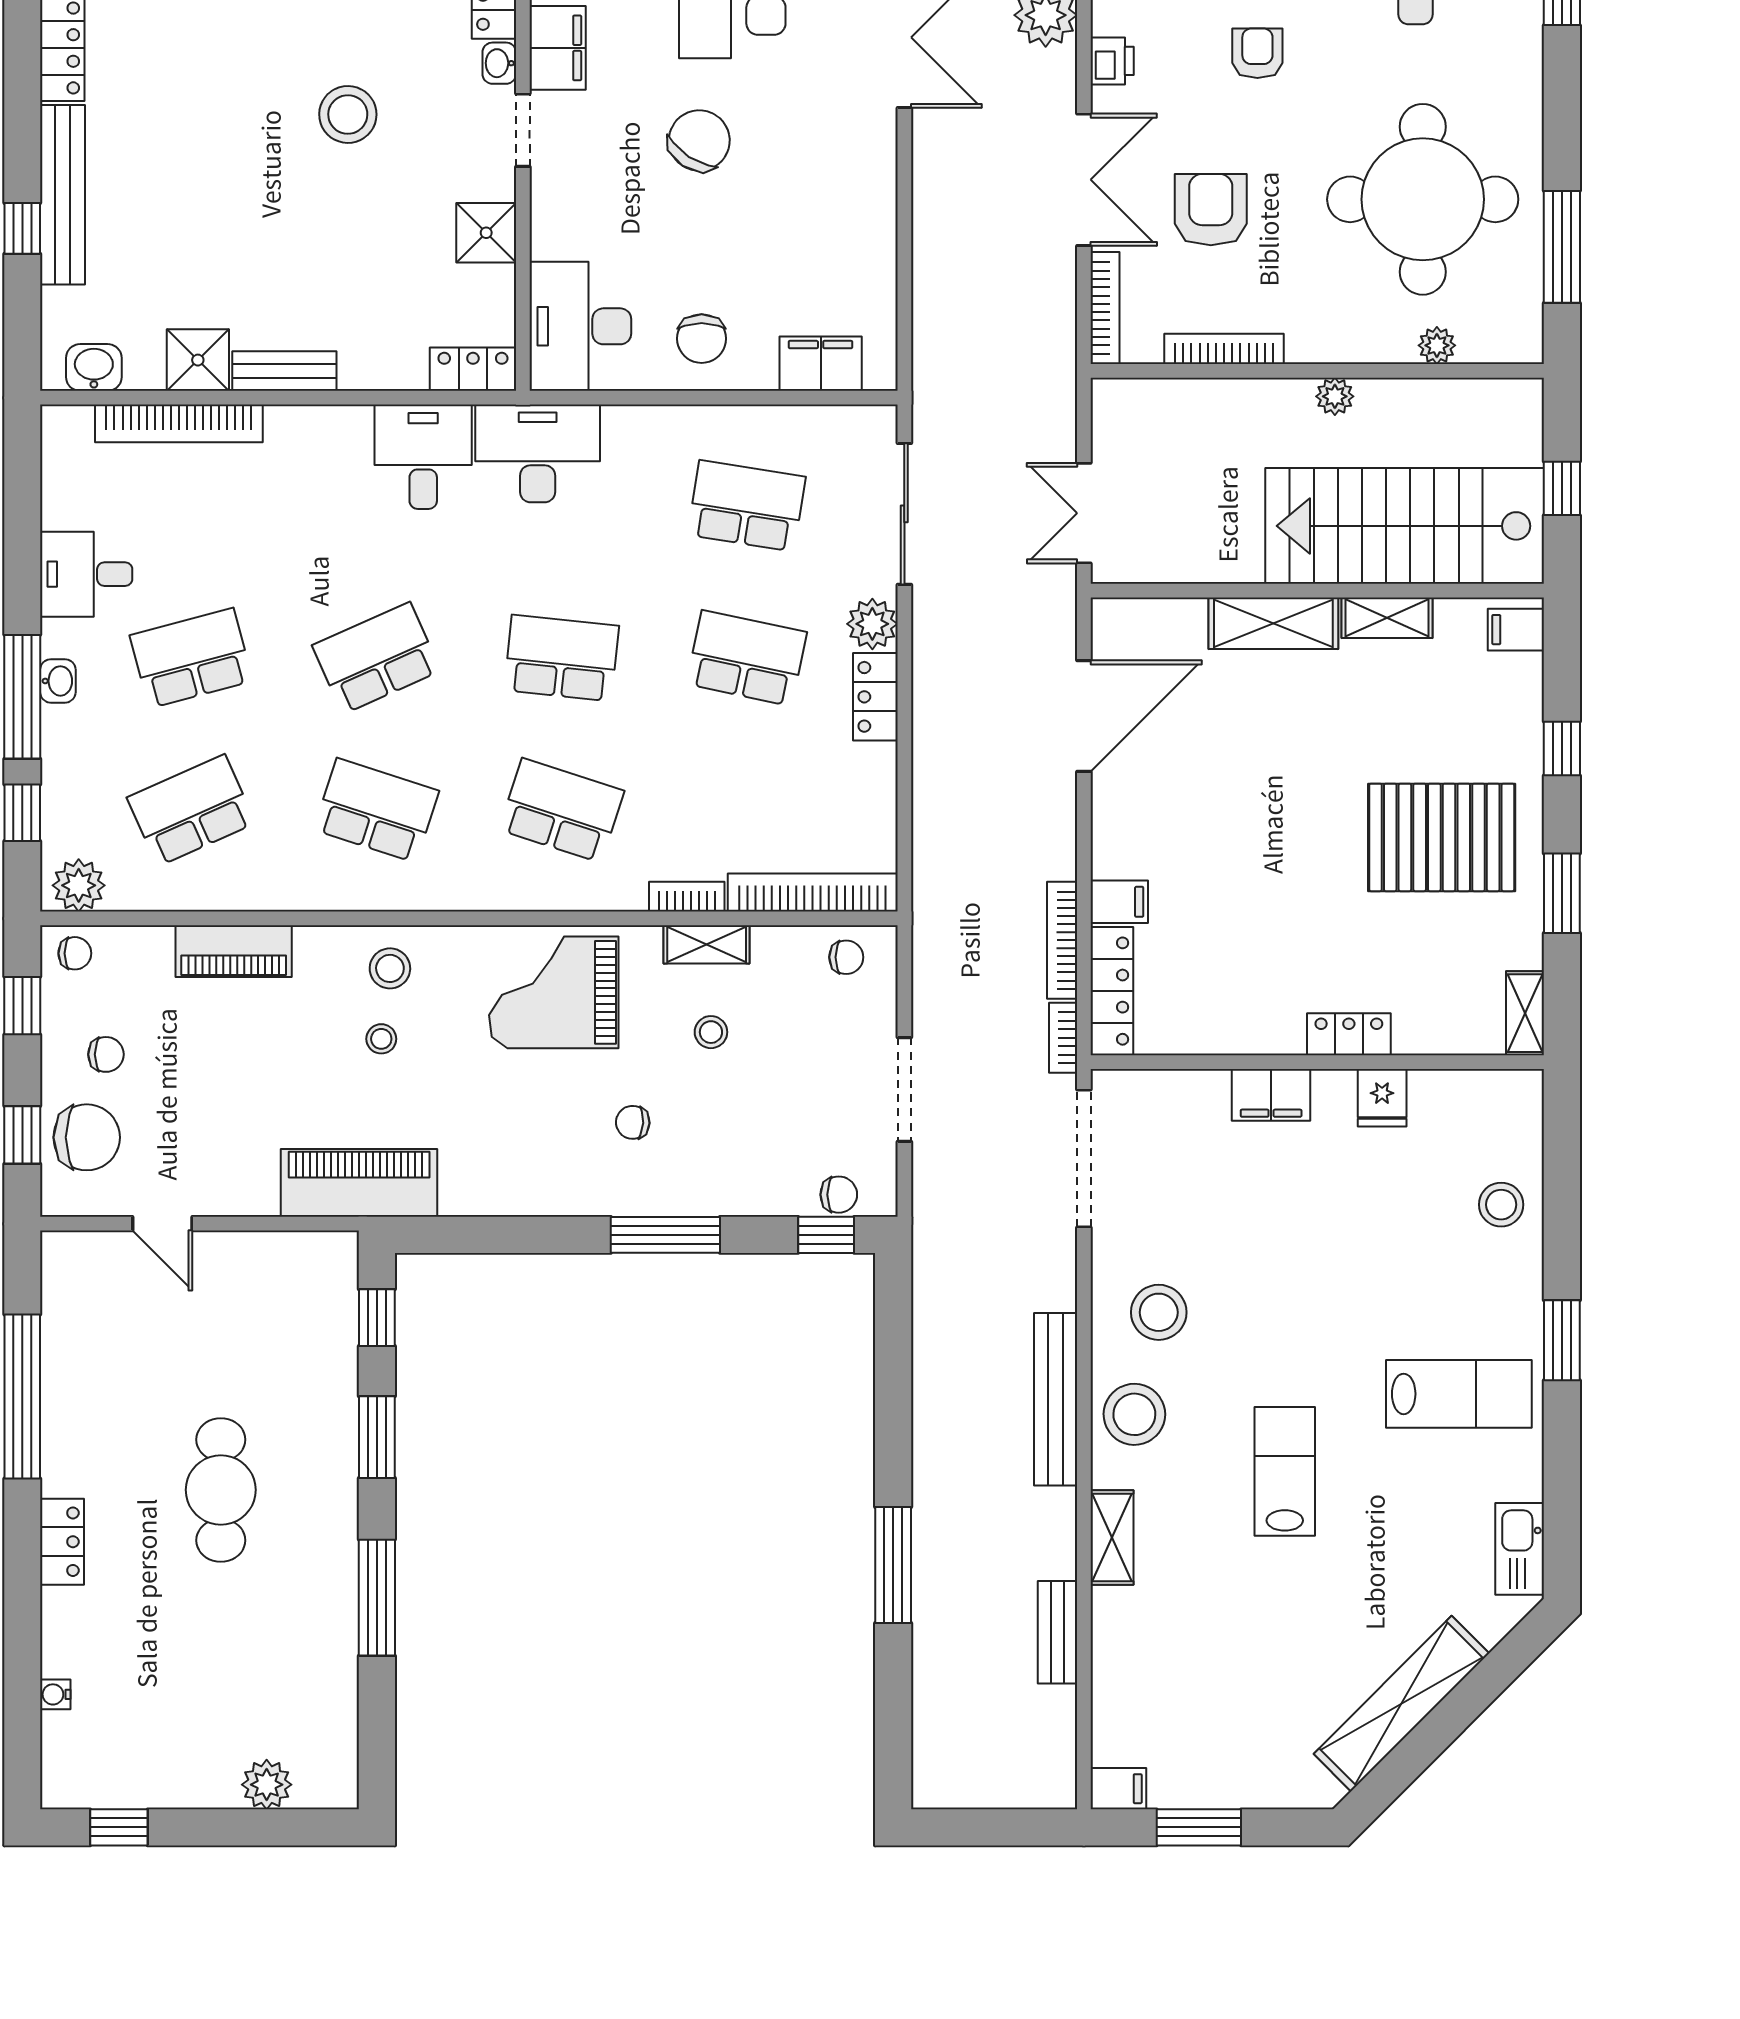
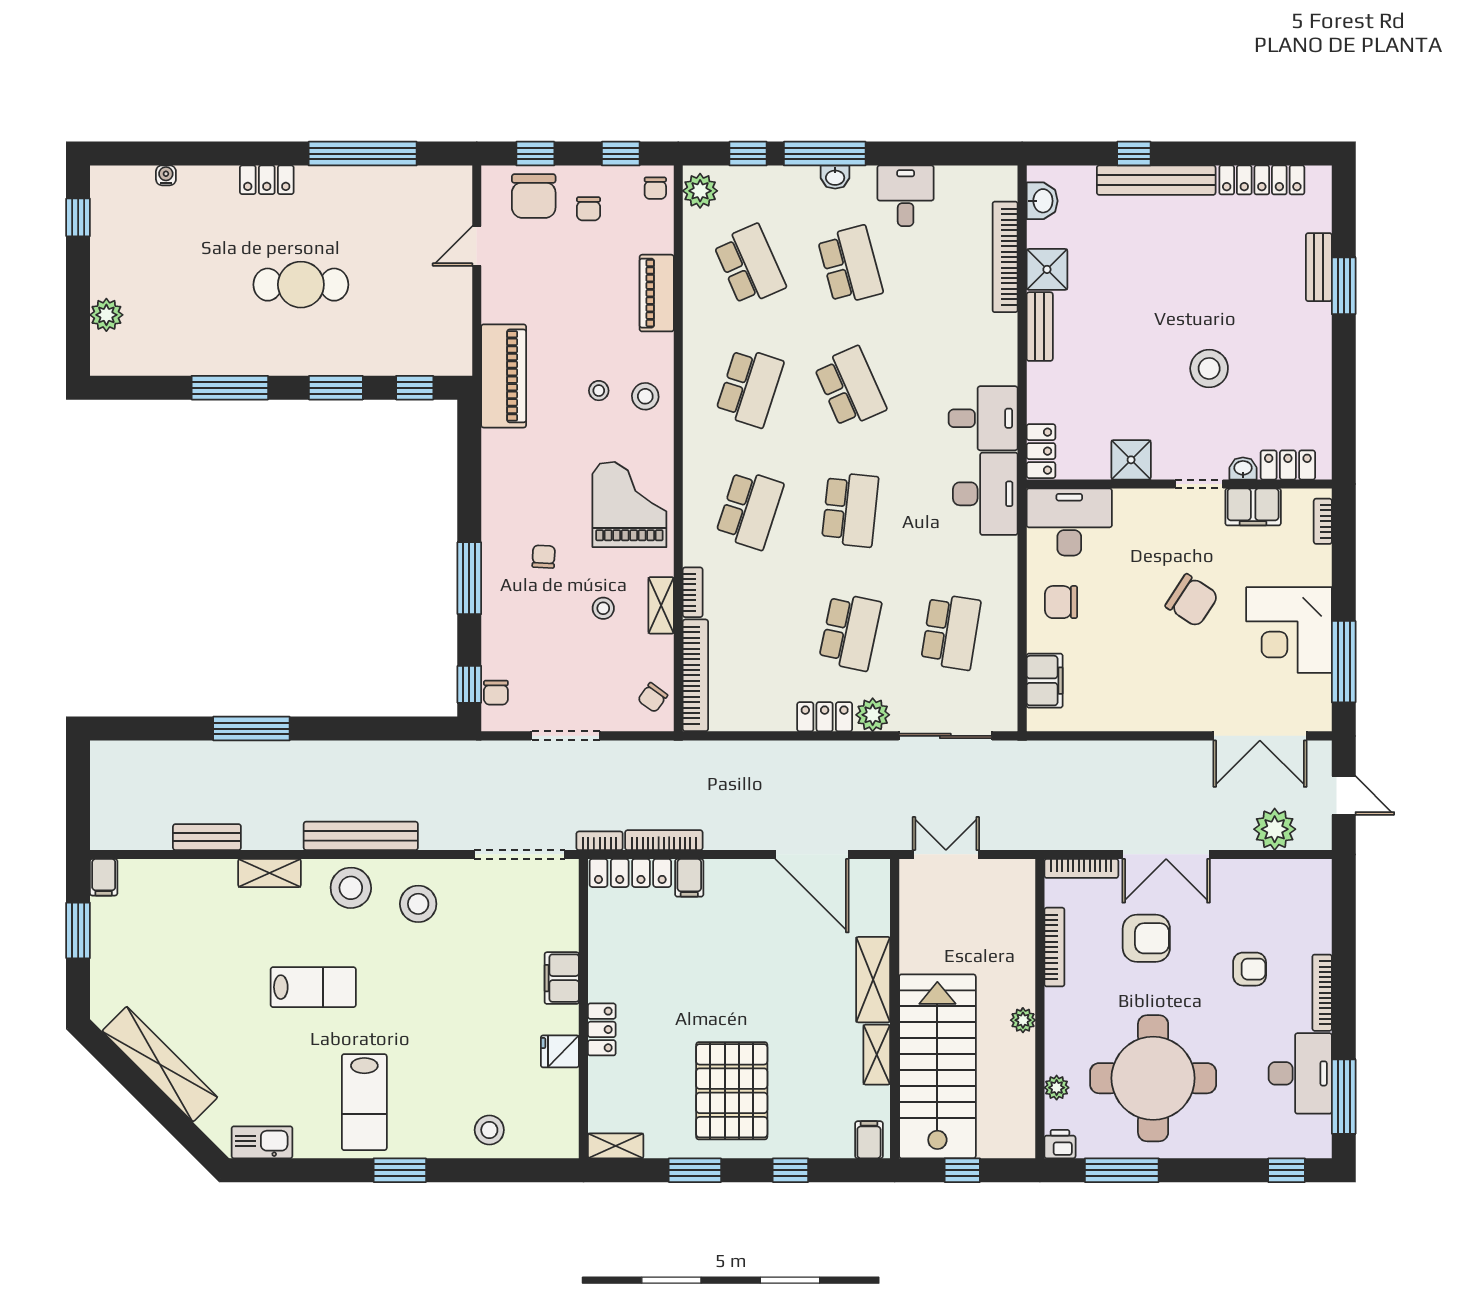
printer: (1112, 61) -> (1060, 1144), moved, turned 180
chair: (846, 957) -> (653, 698), turned 36

